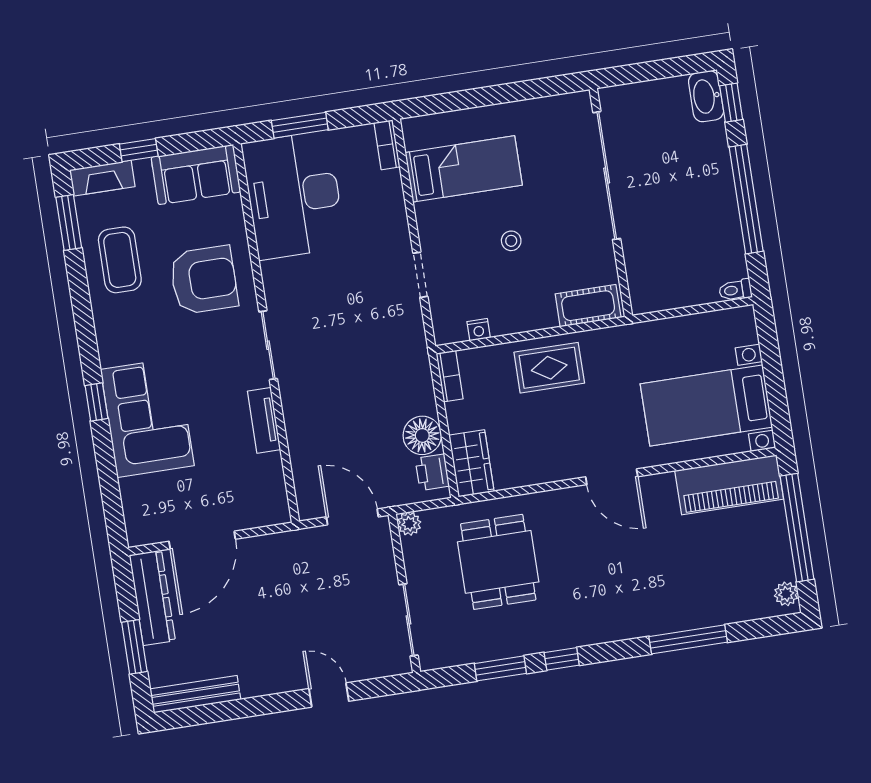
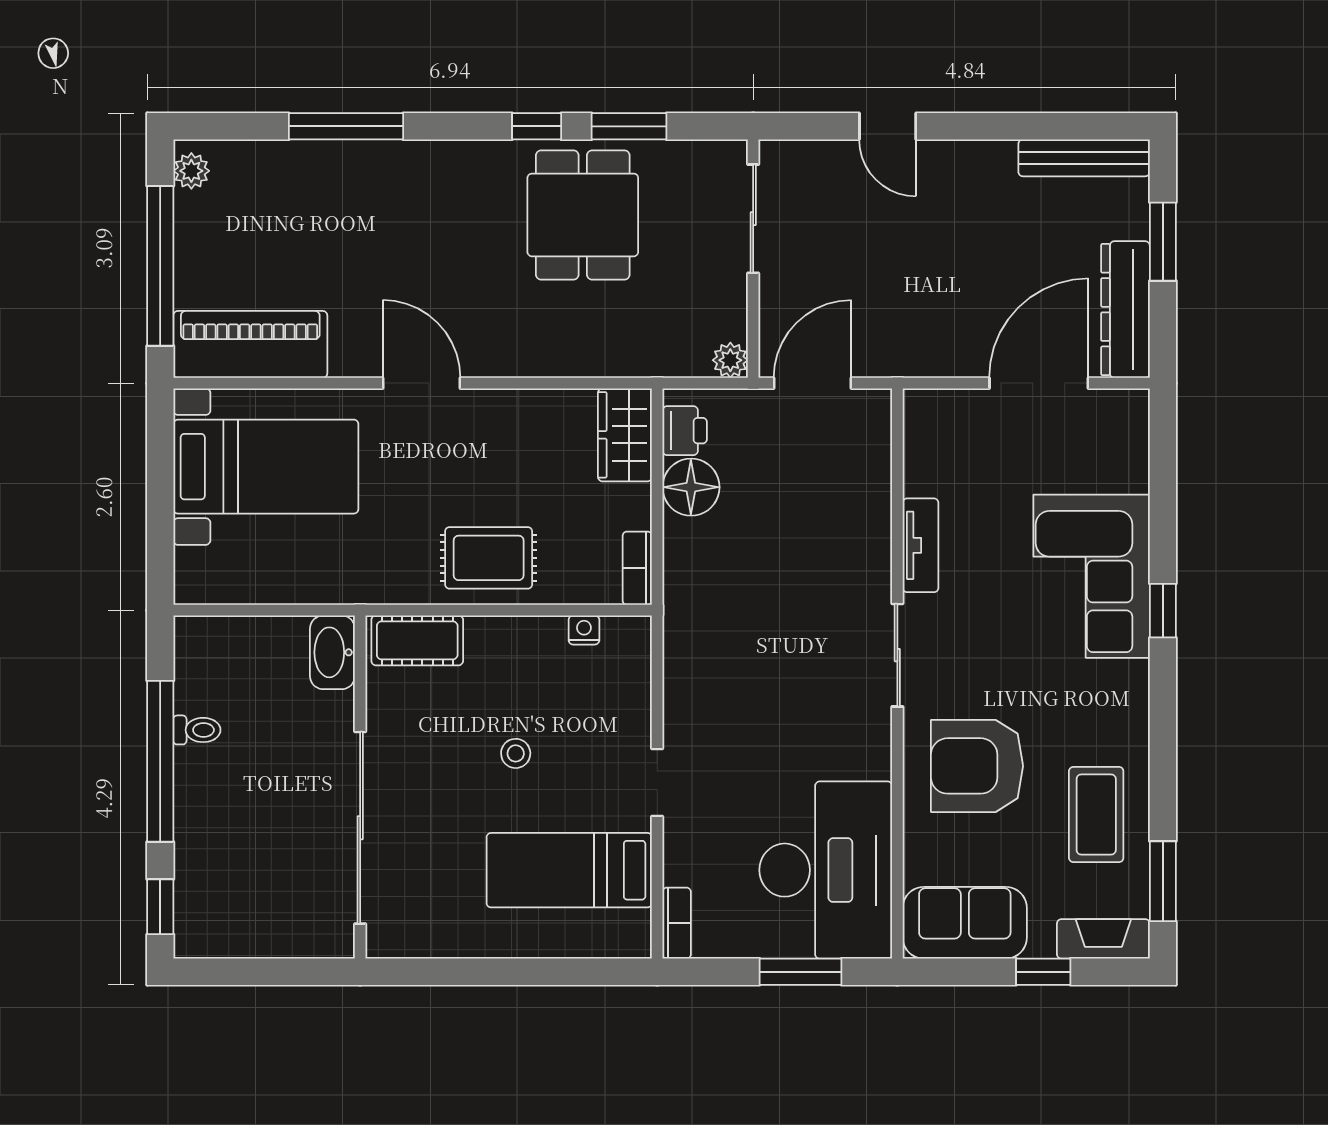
washbasin: (706, 96) -> (332, 652), moved, turned 180
doorway: (420, 275) -> (657, 783), moved
toilet: (735, 290) -> (197, 730), moved
door: (352, 517) -> (812, 383), swing flipped
dining table: (498, 562) -> (583, 215), moved

